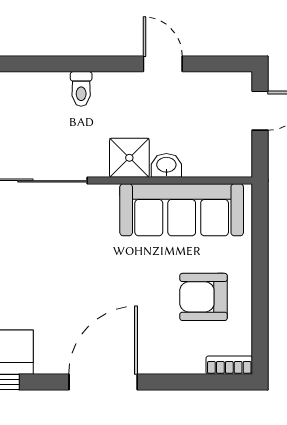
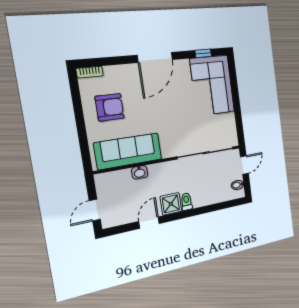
door: (163, 64) -> (149, 223), swing flipped
shower: (129, 158) -> (171, 204), moved

